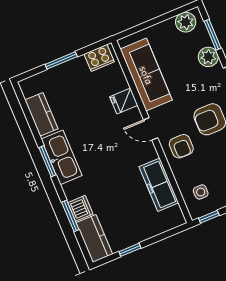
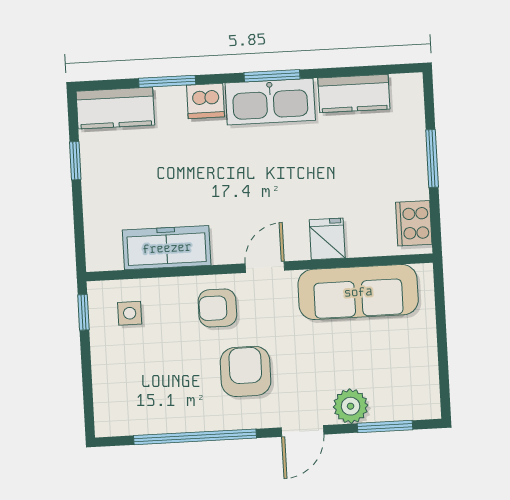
plant: (186, 22) -> (422, 389), removed
dishwasher: (80, 208) -> (205, 101), moved

